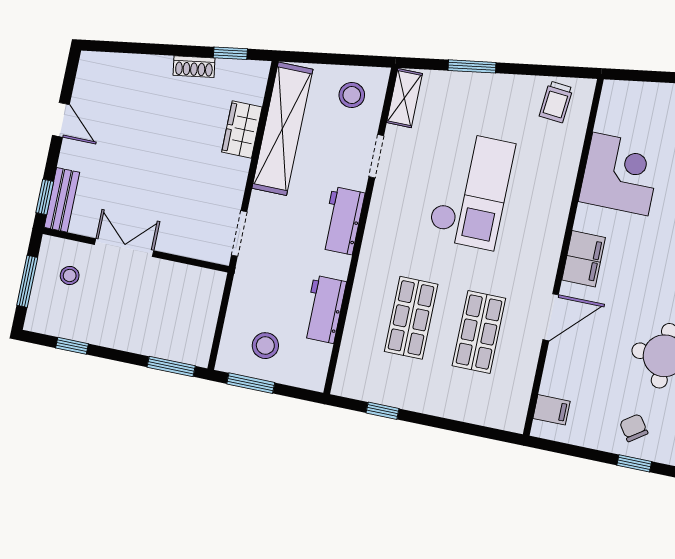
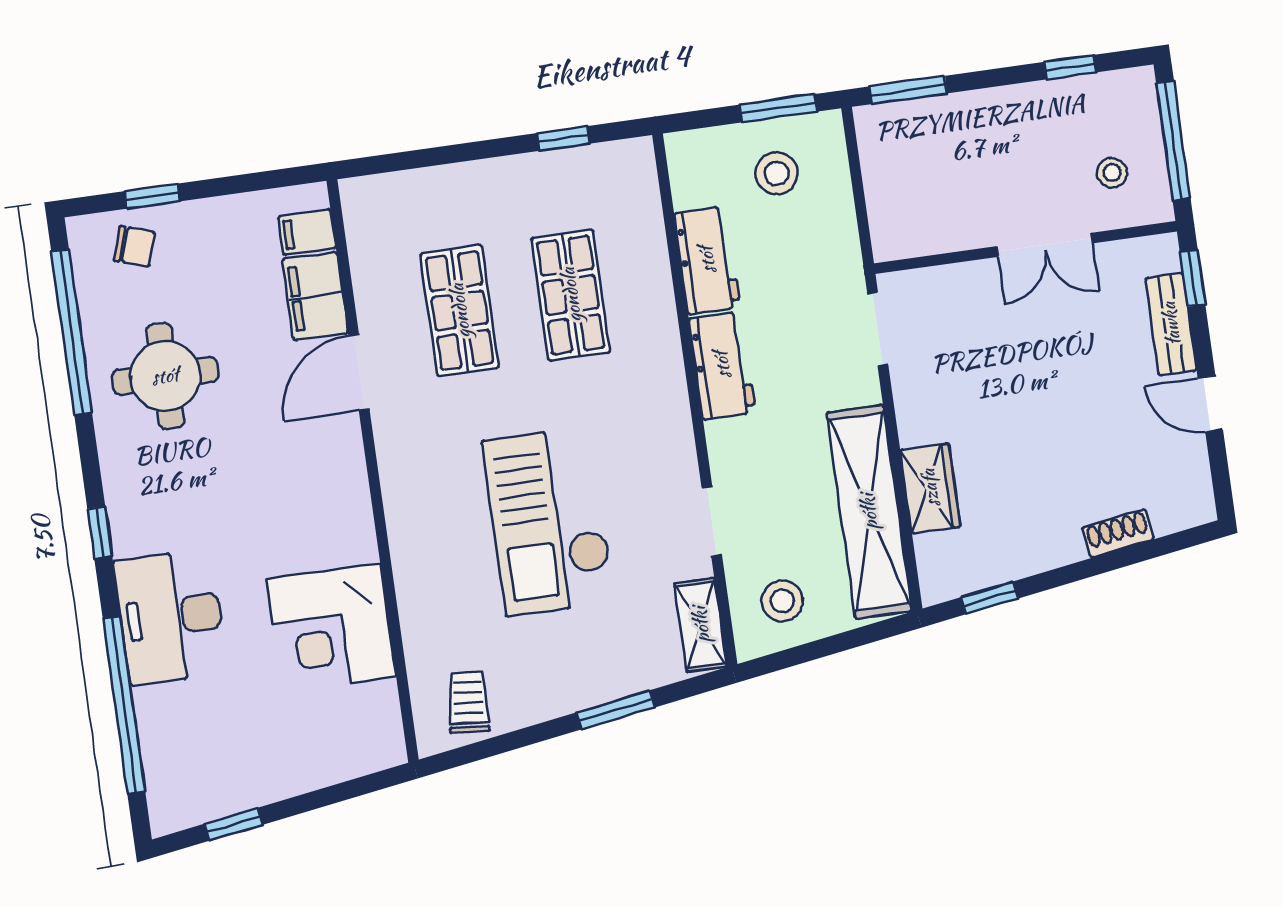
shoe rack: (194, 67) -> (1118, 533), moved
bench: (62, 200) -> (1171, 324), moved
workbench: (343, 221) -> (722, 365), moved
filing cabinet: (584, 259) -> (315, 296), moved
window: (27, 281) -> (1173, 140), width x1.44
chair: (634, 428) -> (134, 246), moved, turned -37

